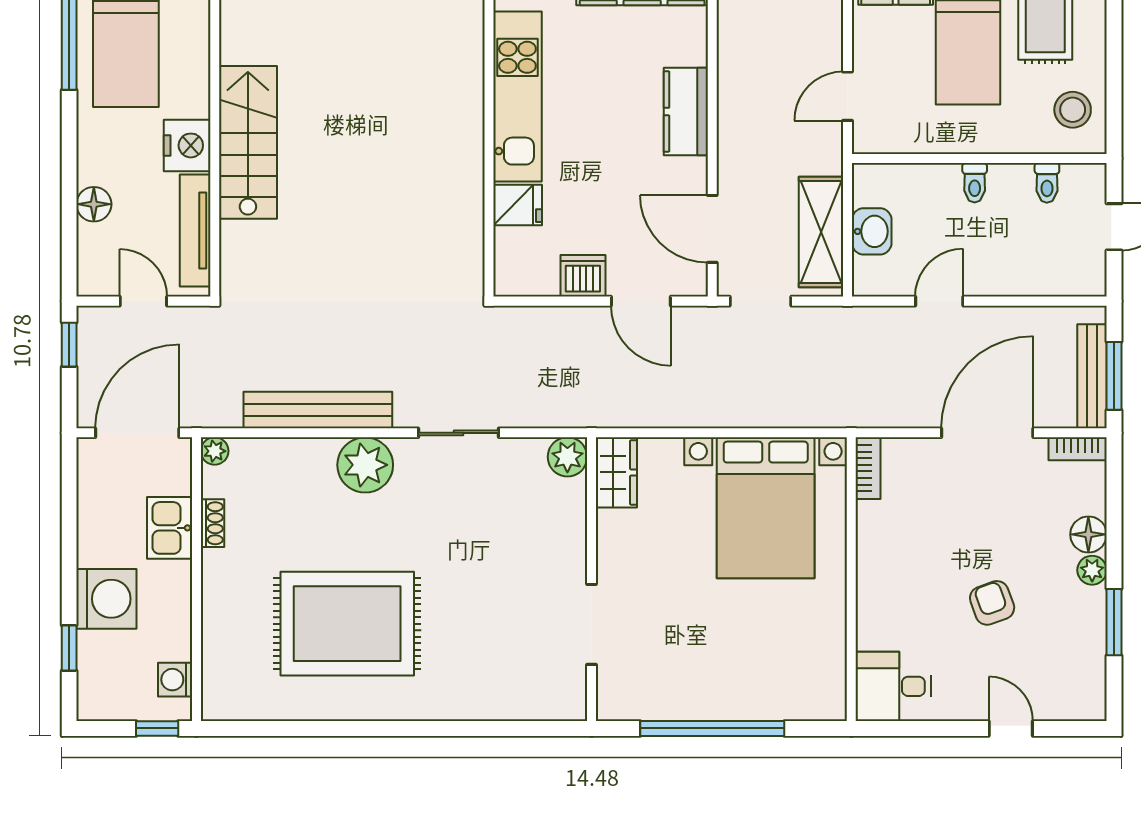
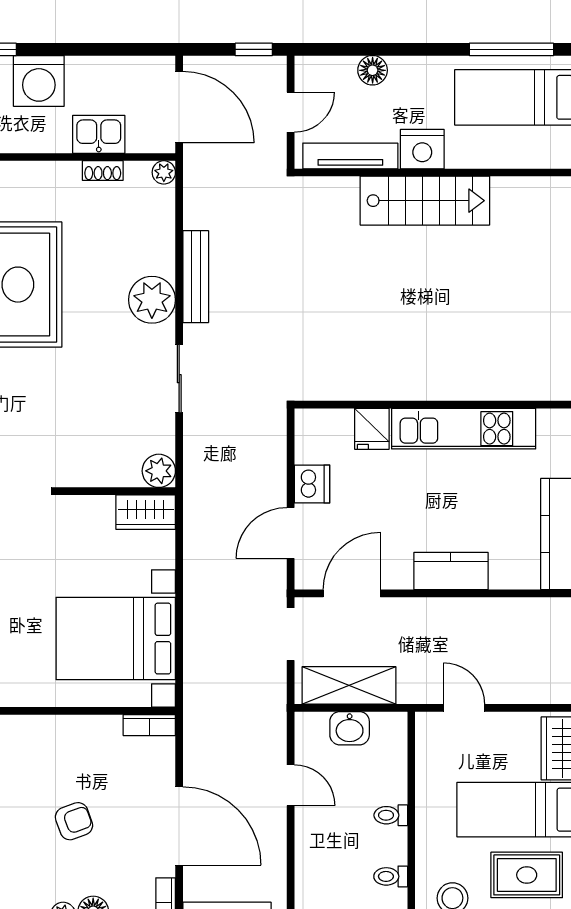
bench: (318, 410) -> (196, 277), width x0.73, depth x0.82
armchair: (992, 603) -> (74, 821), moved

